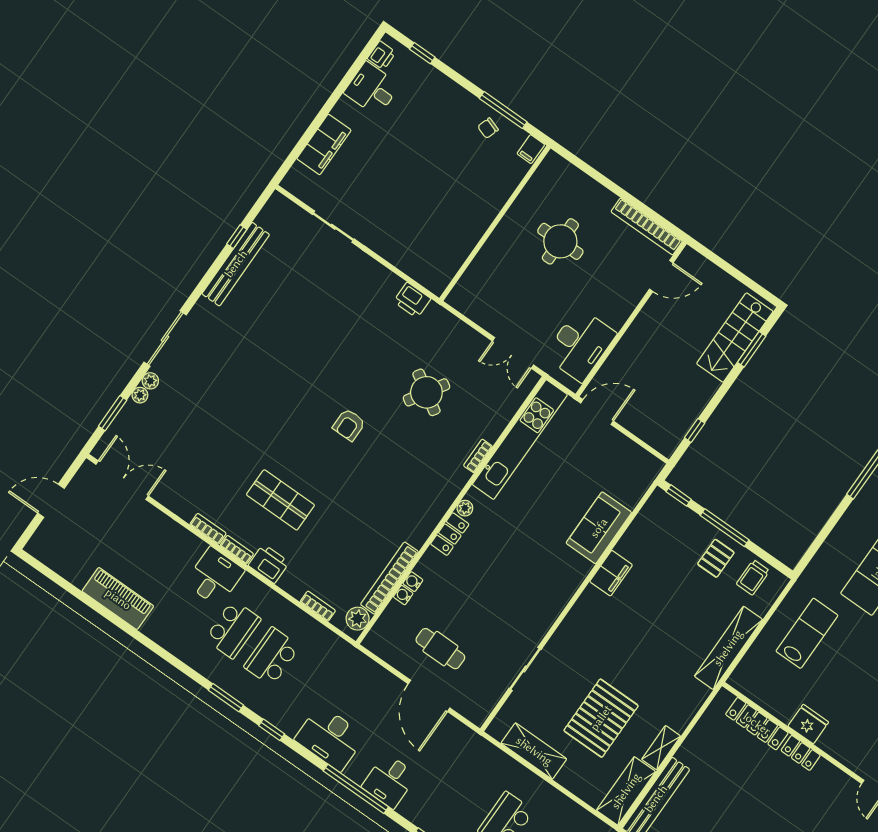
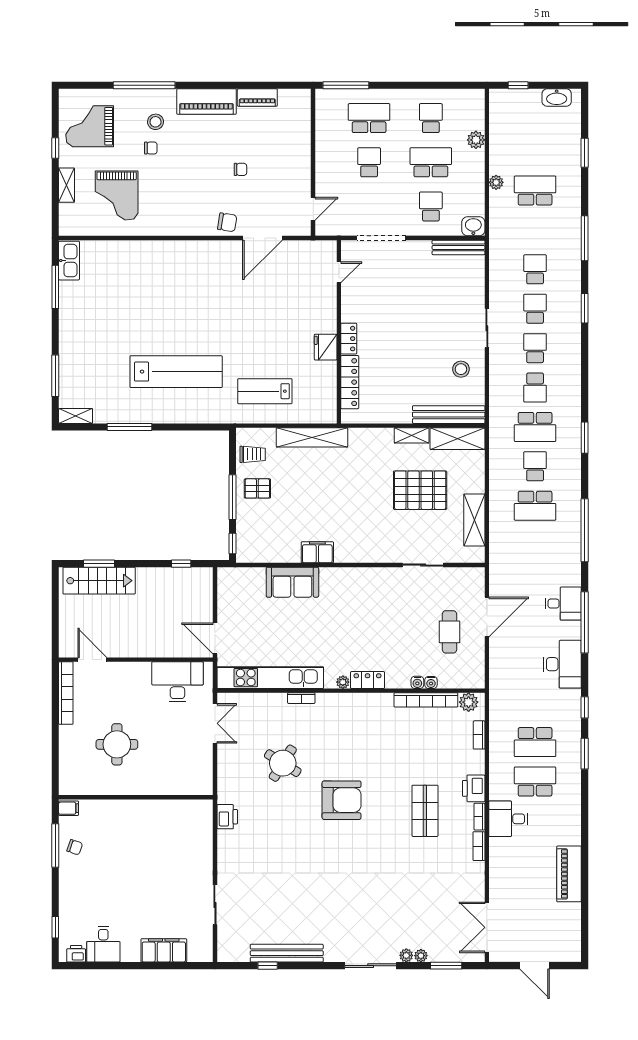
armchair: (349, 425) -> (342, 800), width x1.88, depth x1.88

